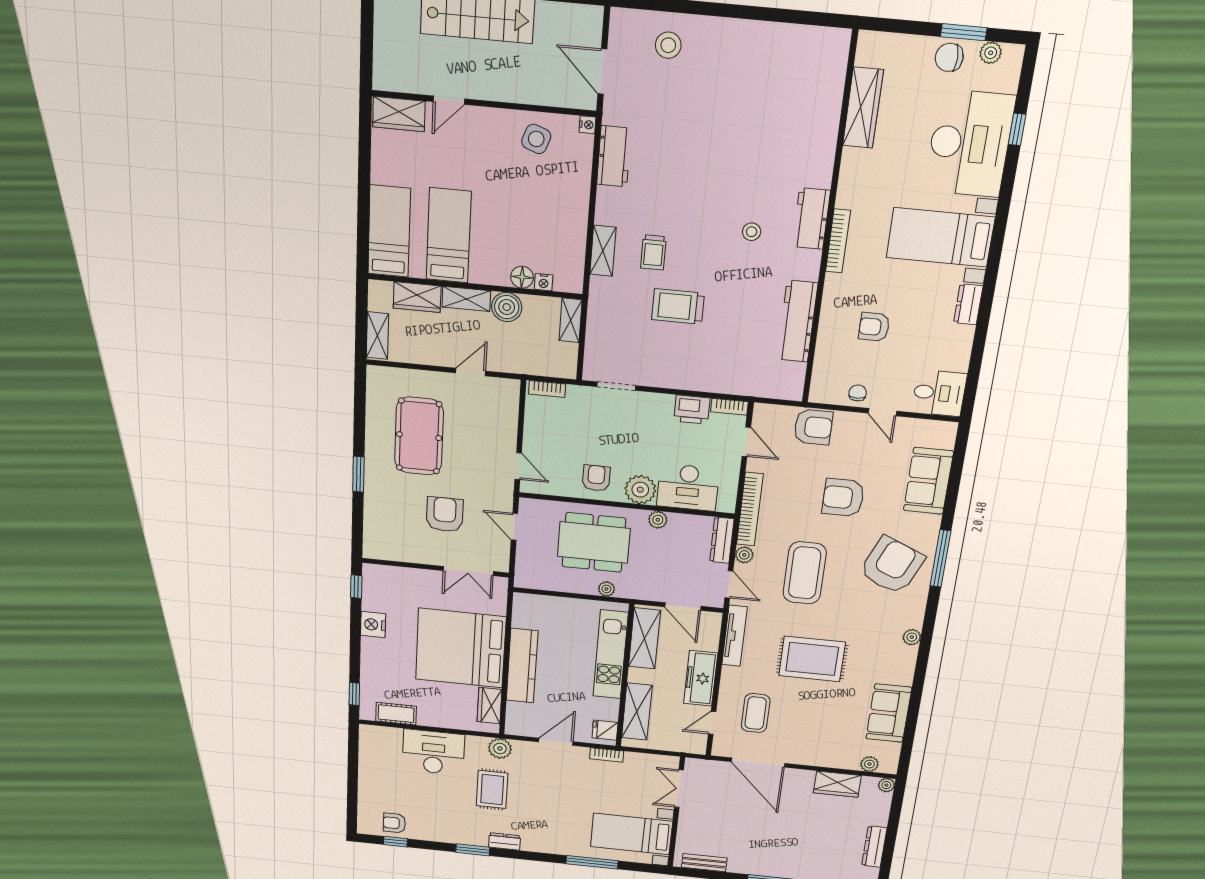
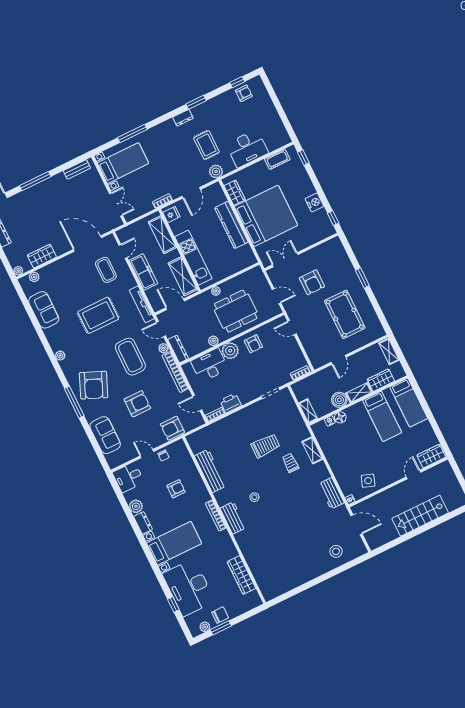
plant: (960, 339) -> (136, 506), added

